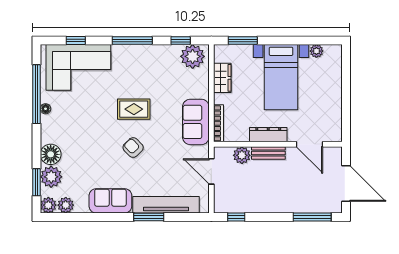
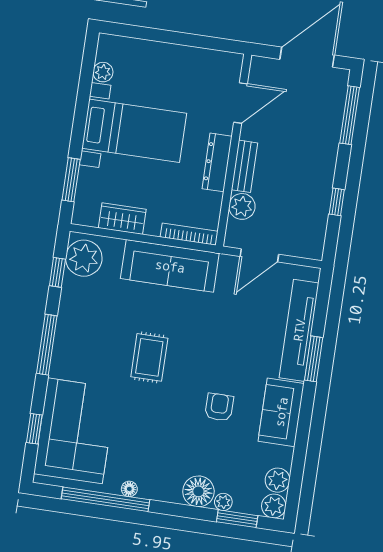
sofa: (196, 122) -> (170, 266), width x1.36
armchair: (133, 148) -> (219, 407), moved, turned 134
plant: (51, 177) -> (223, 502), width x0.53, depth x0.53
window: (236, 217) -> (337, 202), moved

